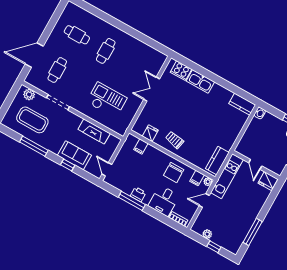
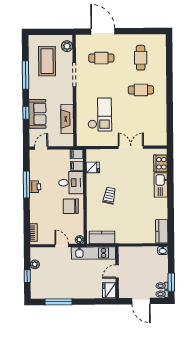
trolley: (175, 140) -> (109, 196), moved
filing cabinet: (197, 178) -> (77, 154), moved
desk: (164, 201) -> (71, 183), moved, turned 180

